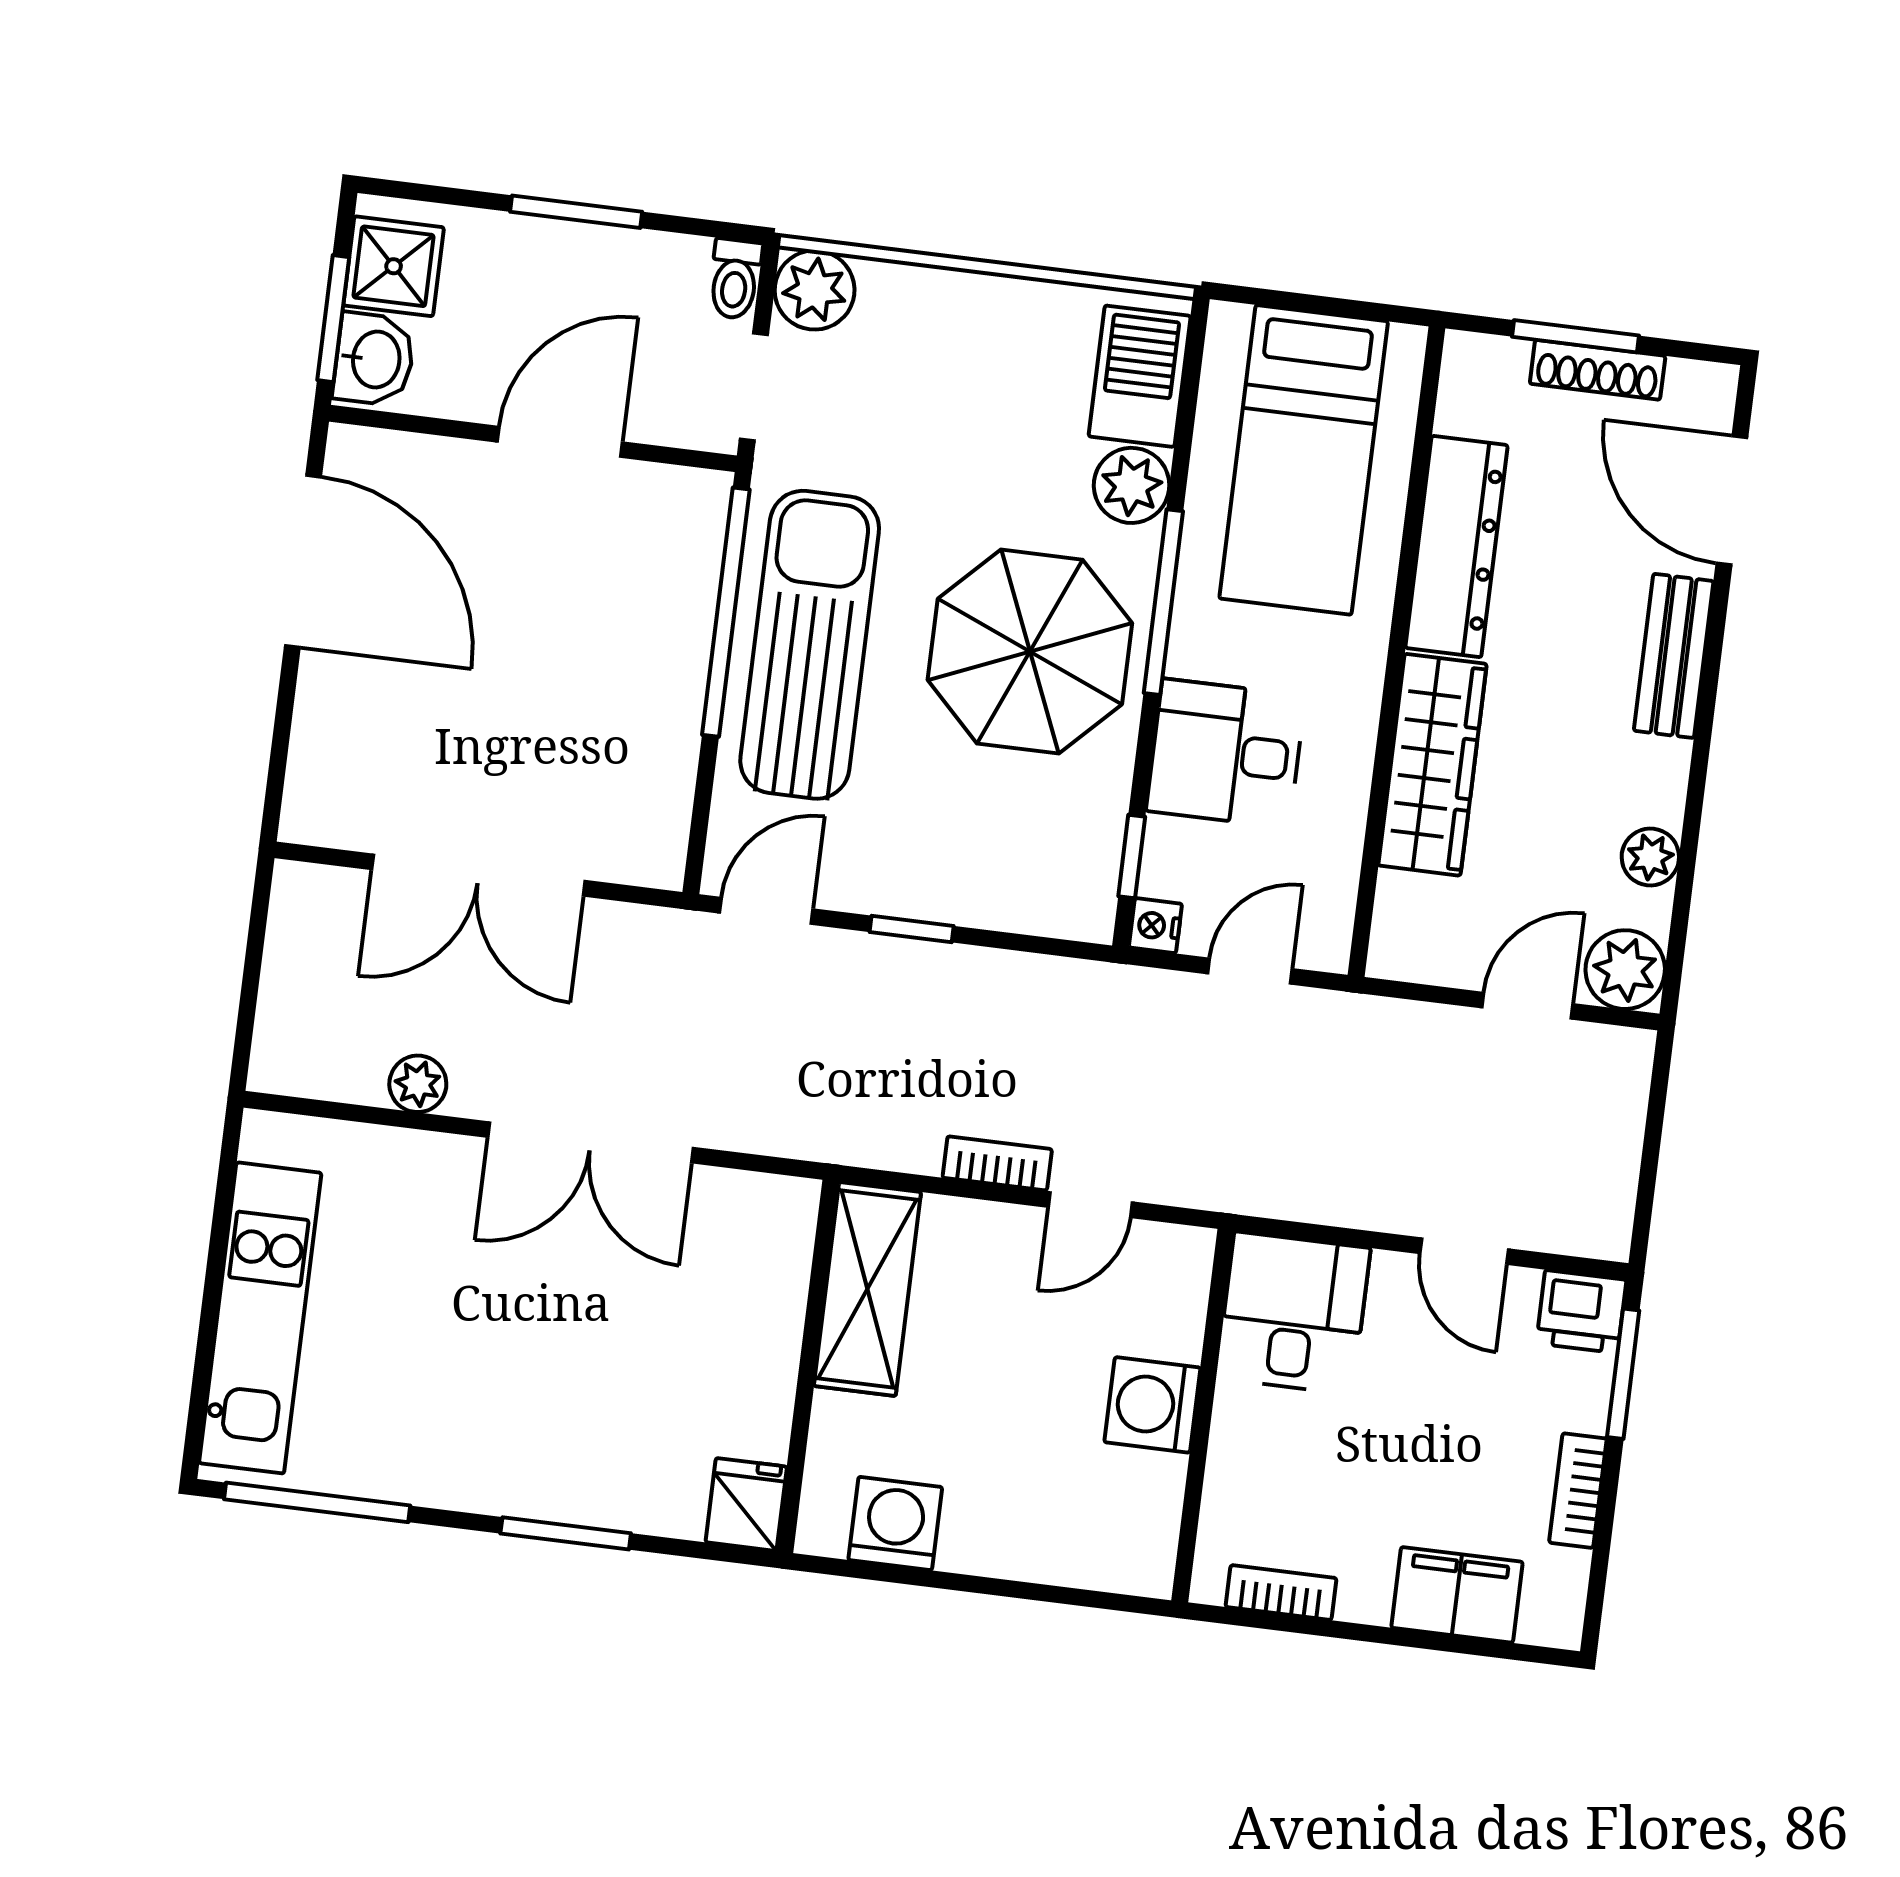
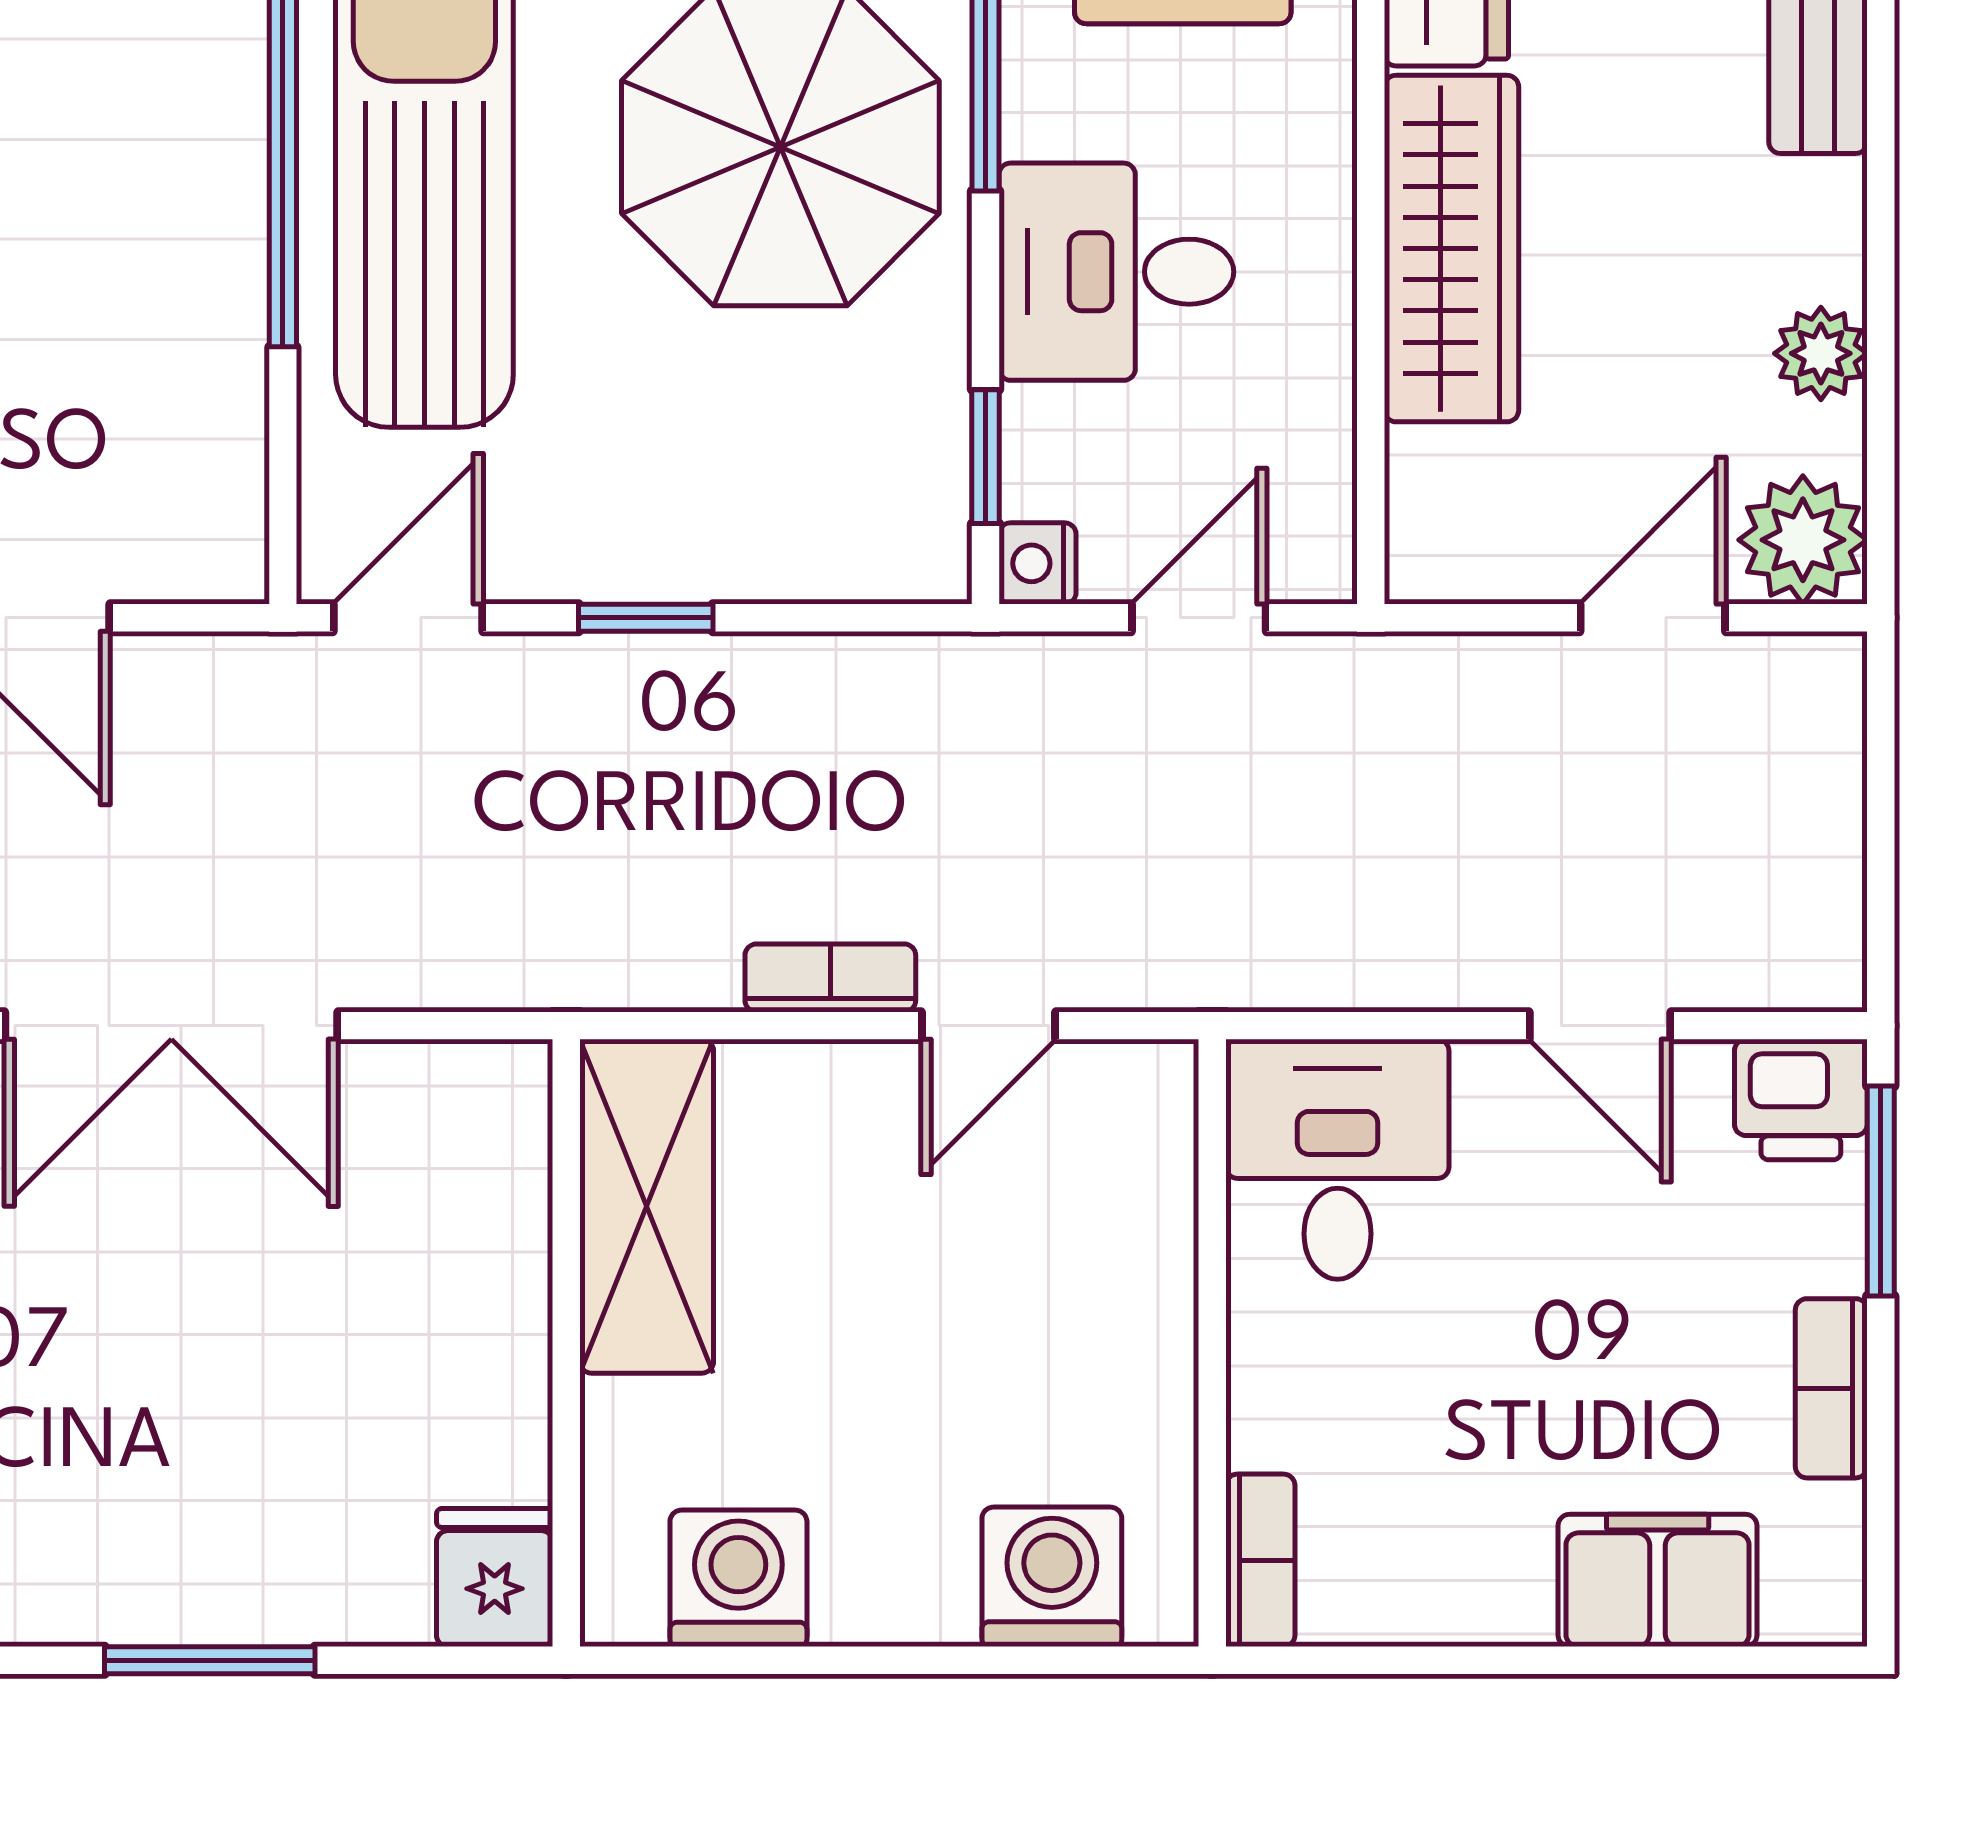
washing machine: (1152, 1405) -> (1052, 1577), moved, turned 90
bookcase: (1281, 1593) -> (1260, 1560), moved, turned 90

